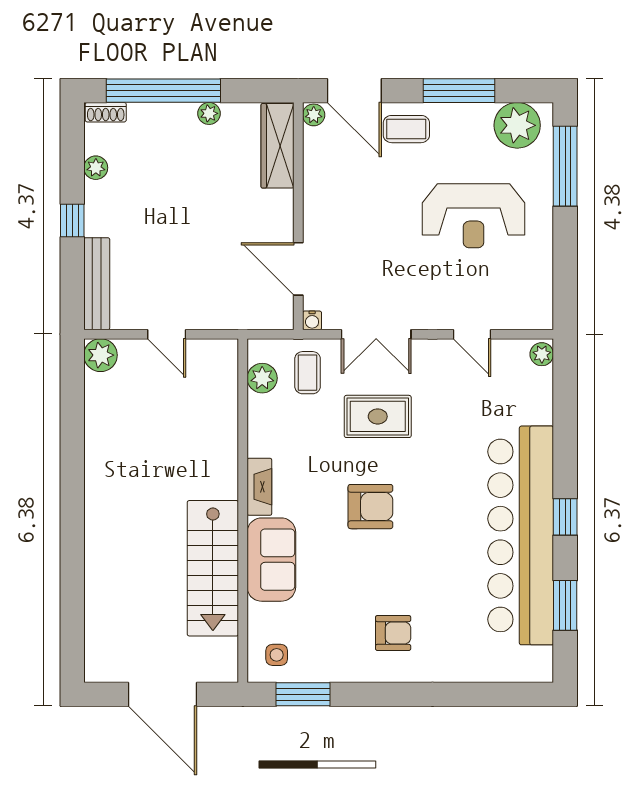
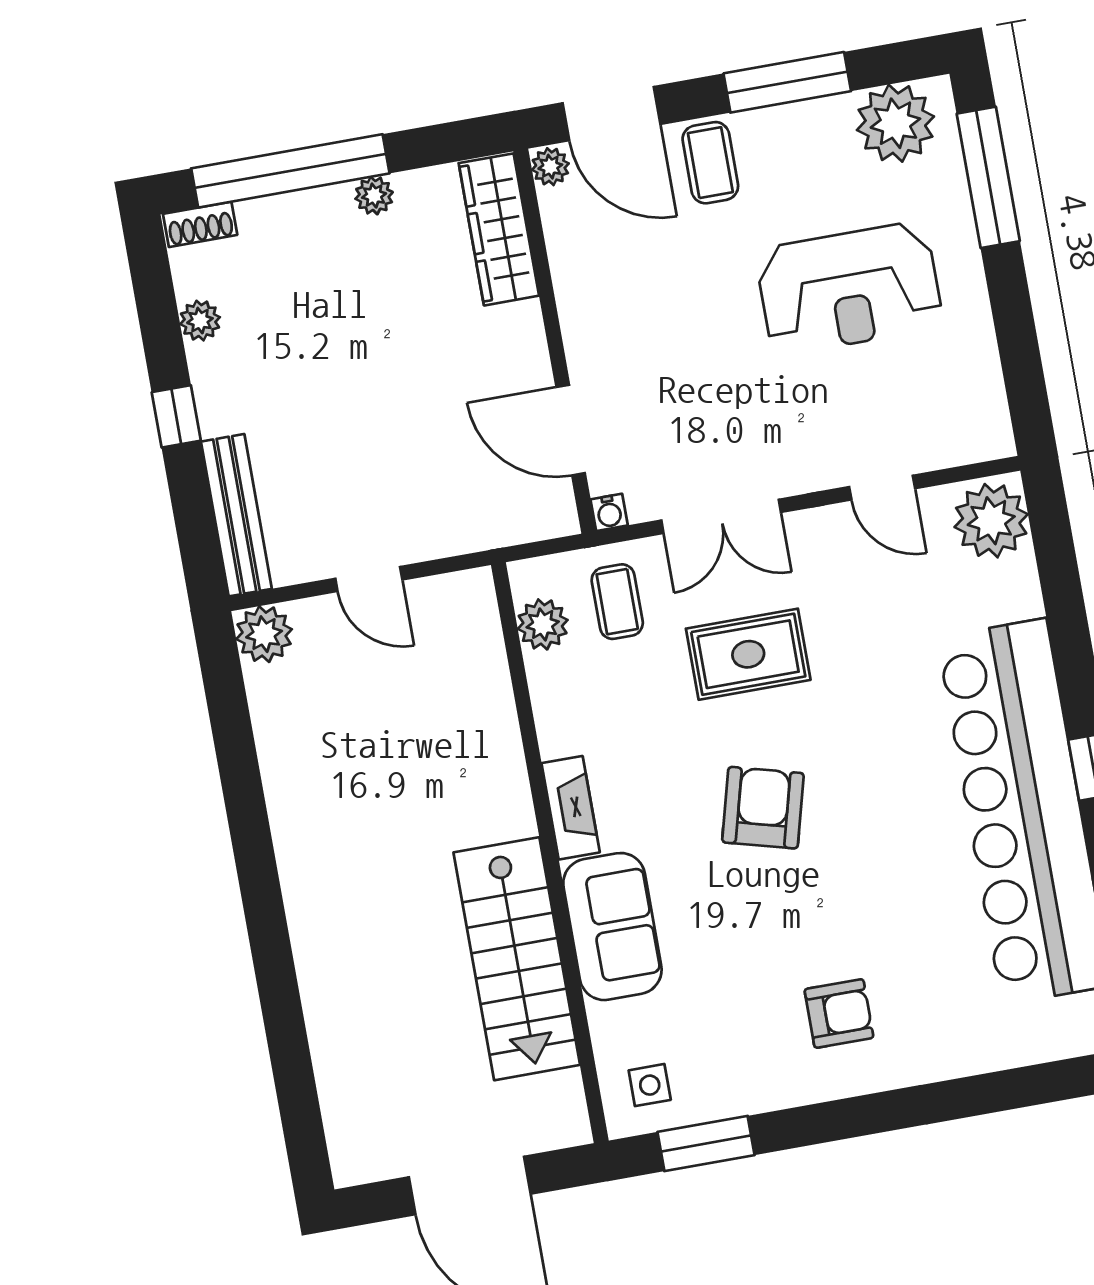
coffee table: (406, 129) -> (710, 163), turned 90
plant: (542, 354) -> (991, 521), width x1.87, depth x1.87
armchair: (370, 507) -> (763, 808), turned -75

